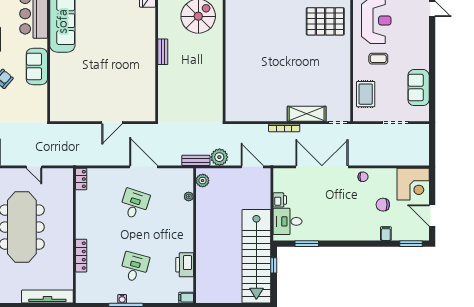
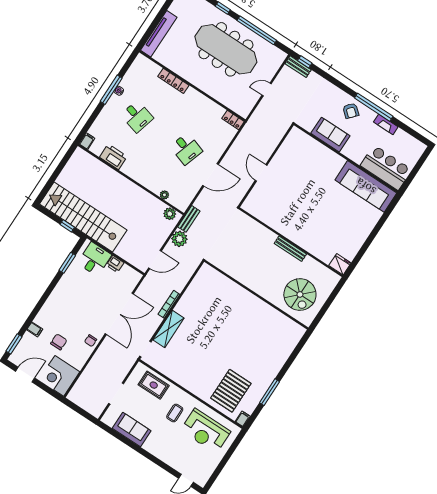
bench: (163, 52) -> (290, 249), width x1.36
sofa: (37, 66) -> (330, 135), moved

